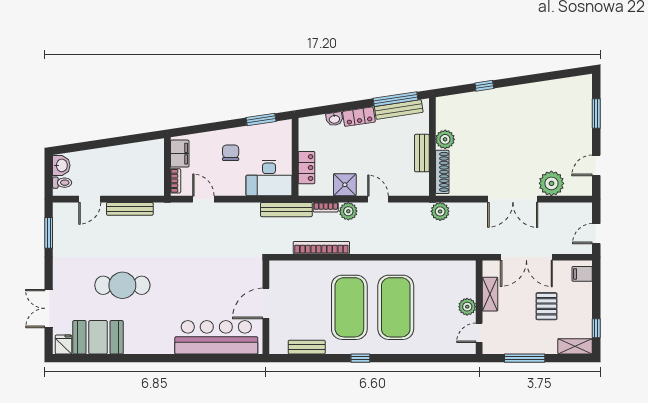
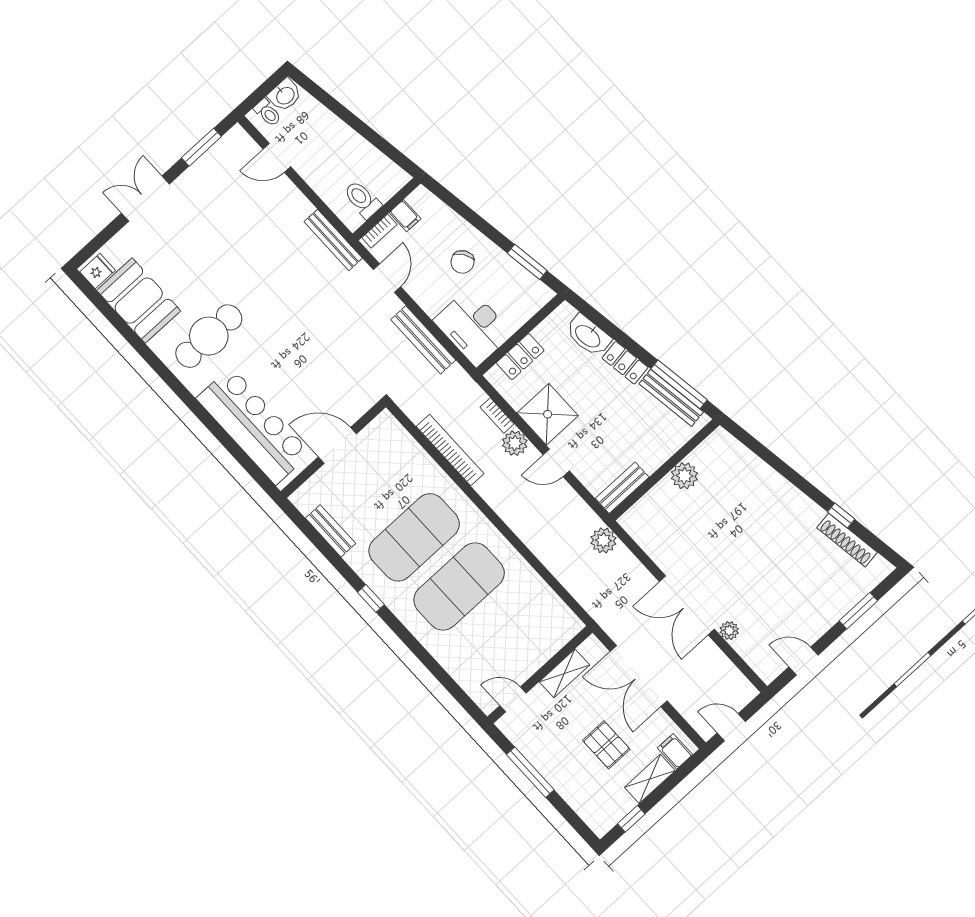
window: (484, 86) -> (841, 515), moved
washbasin: (334, 119) -> (588, 336), width x1.91, depth x1.45
chair: (231, 153) -> (462, 262), turned 147
bench: (422, 153) -> (622, 488), moved
filing cabinet: (180, 154) -> (405, 216), width x0.50
shoe rack: (442, 172) -> (847, 540), moved, turned 81
toilet: (151, 175) -> (362, 199), added
plant: (551, 183) -> (729, 631), width x0.53, depth x0.53
shower: (345, 185) -> (548, 414), width x1.36, depth x1.36
door: (378, 199) -> (556, 463), swing flipped
bench: (130, 209) -> (333, 240), moved
bench: (286, 210) -> (423, 340), moved
cafe table: (122, 285) -> (209, 336), moved, turned 90
pallet: (547, 306) -> (606, 745), turned 90
plant: (467, 307) -> (529, 662), removed
double door: (49, 308) -> (145, 199), moved
shelving: (575, 346) -> (650, 779), moved, turned 90

